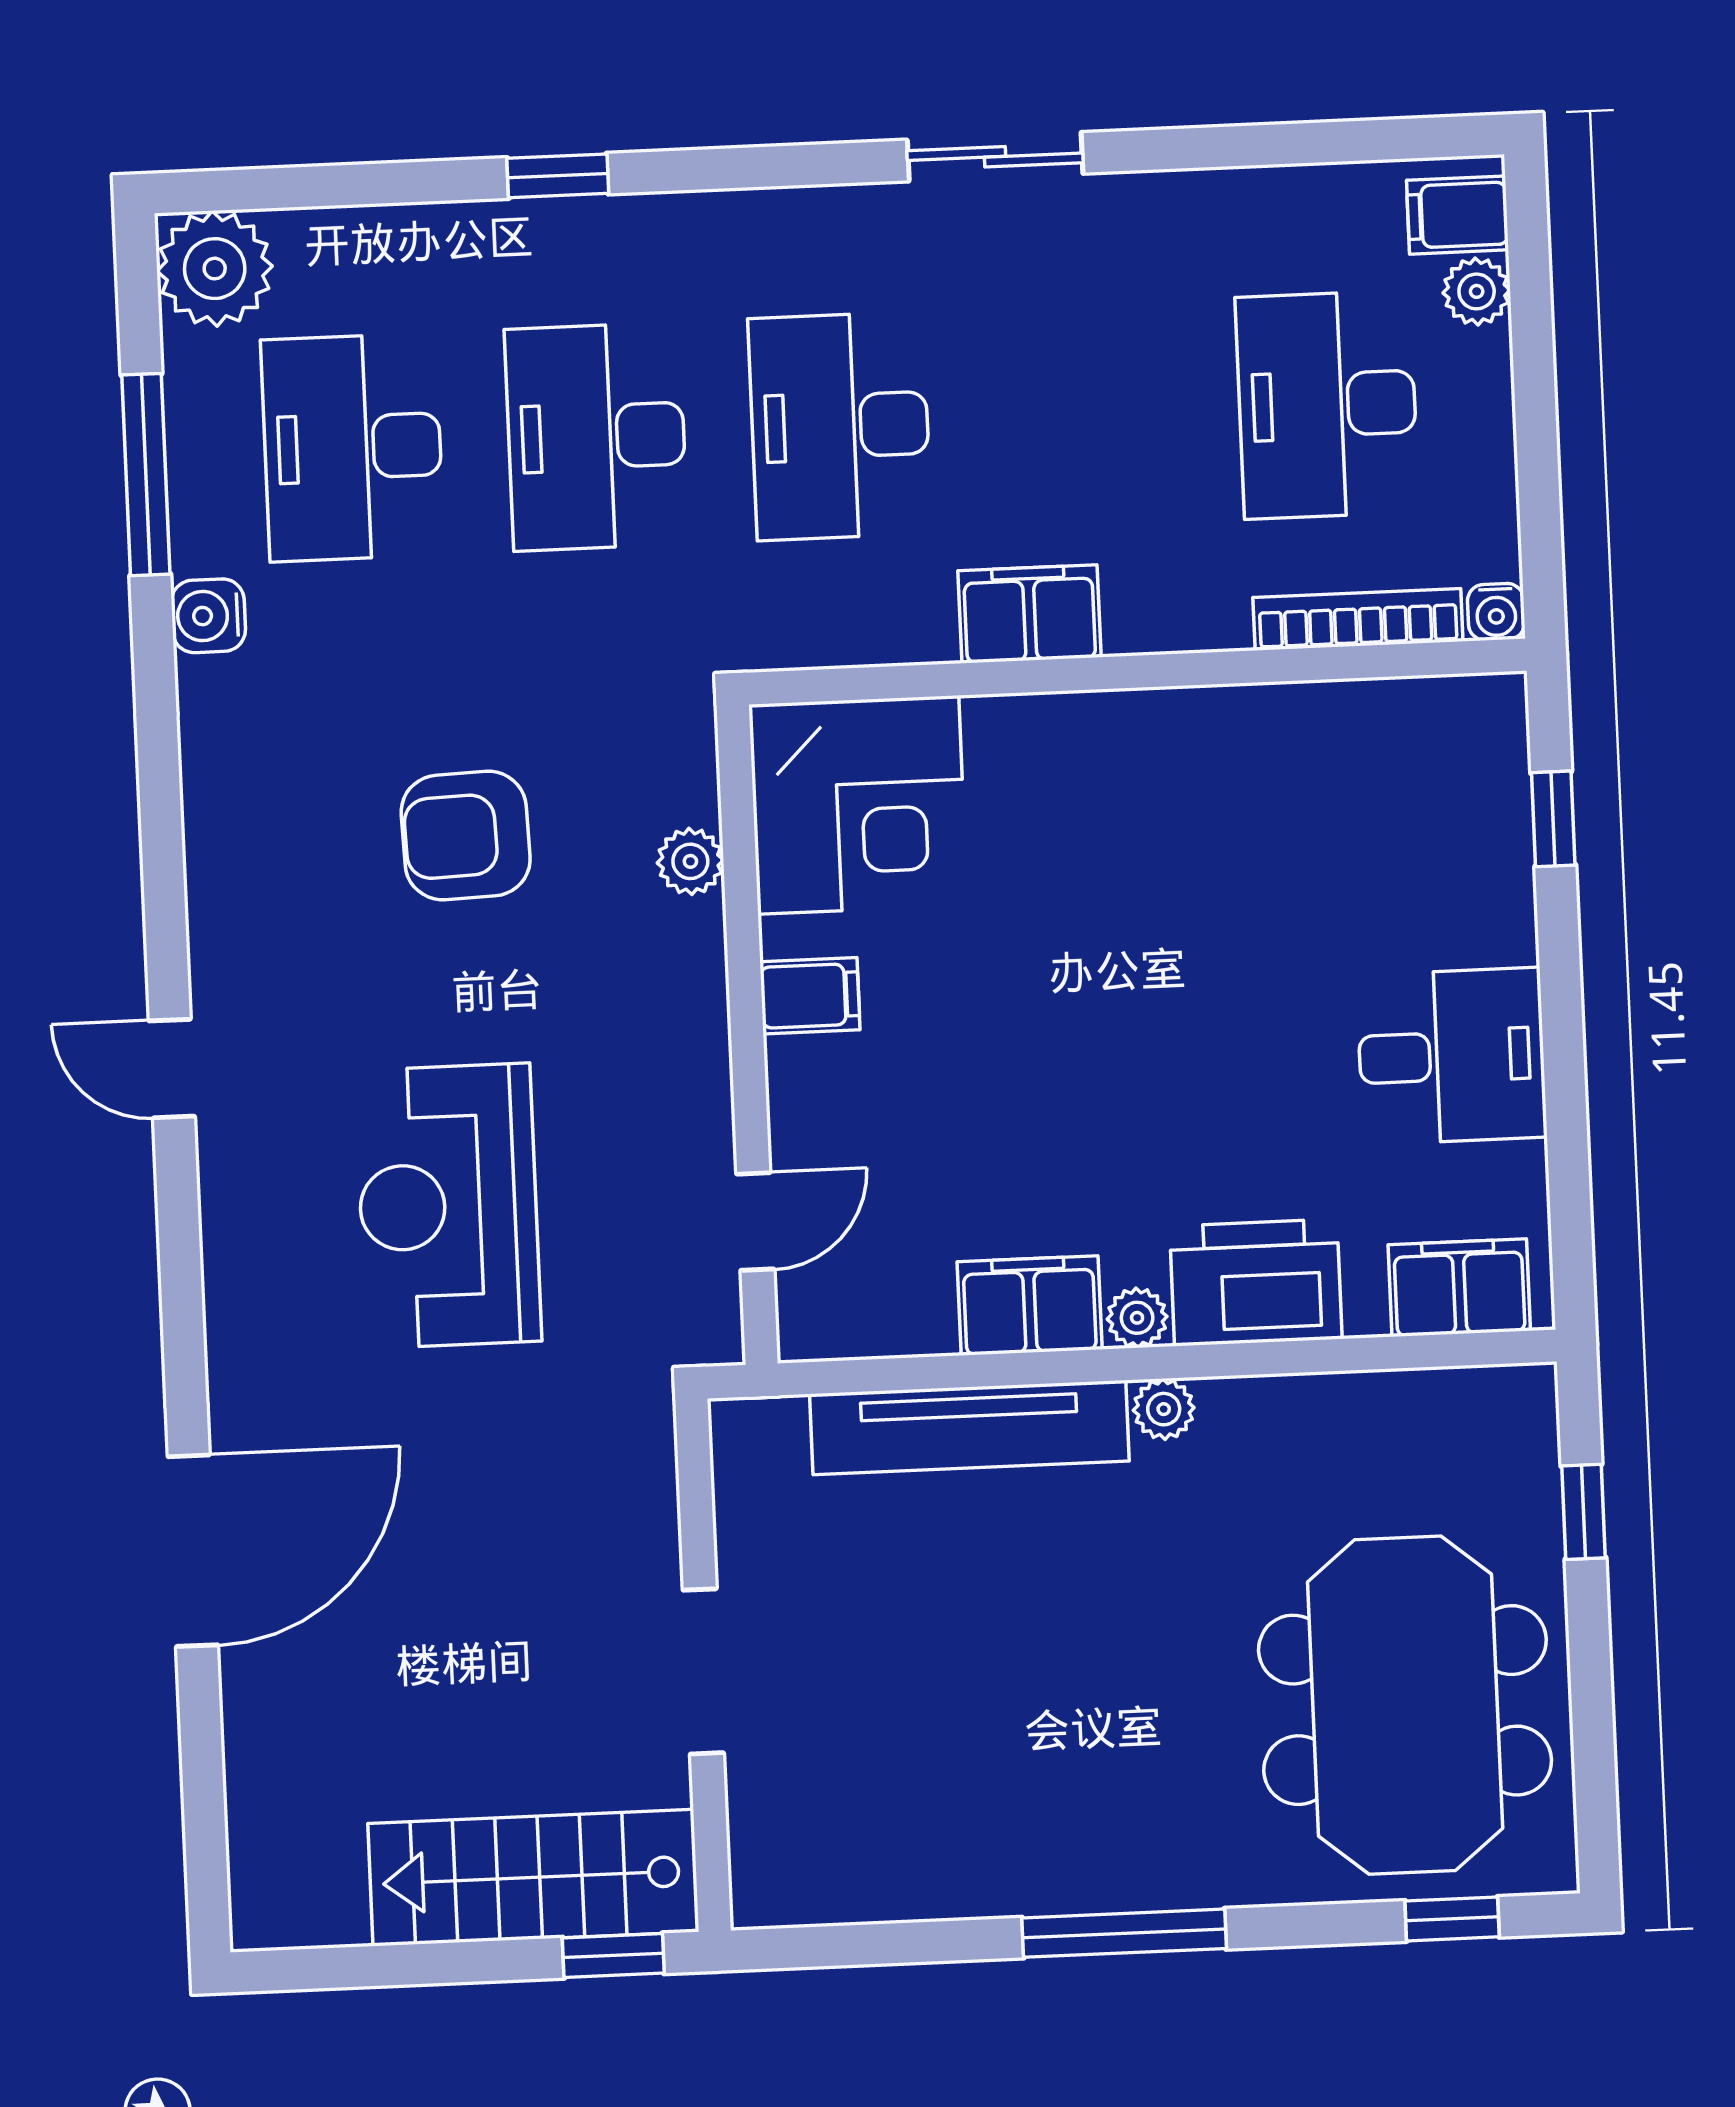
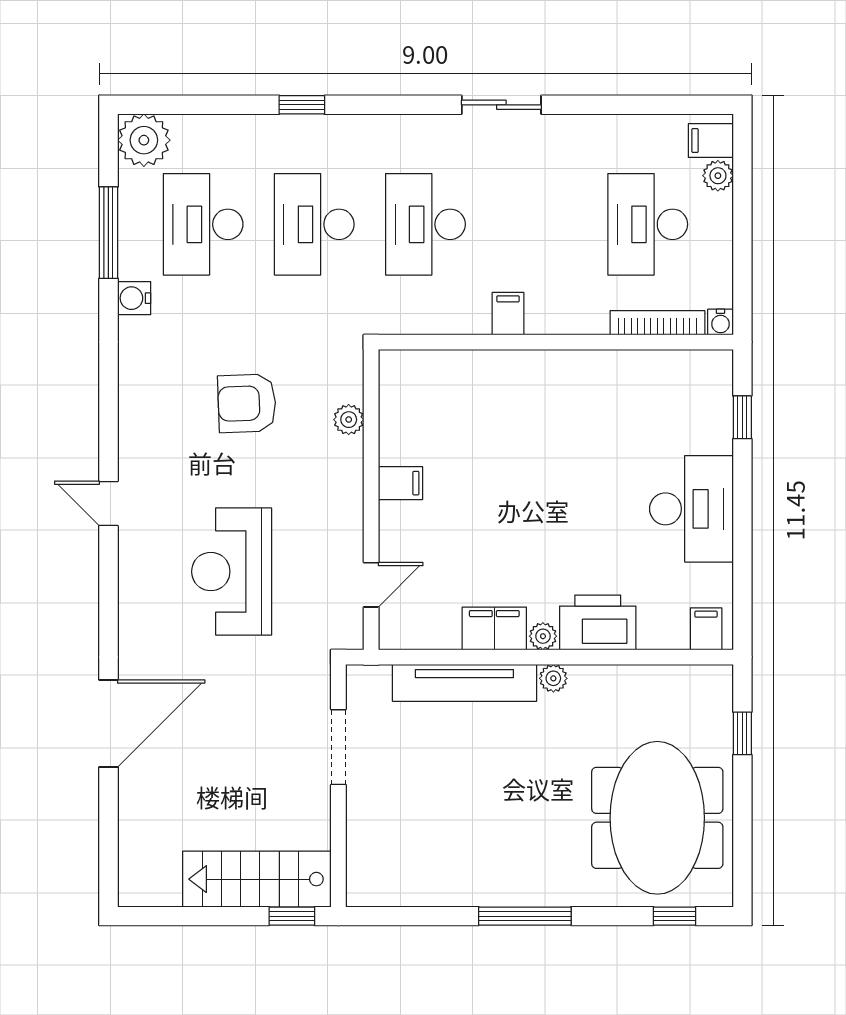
filing cabinet: (1030, 614) -> (508, 314), width x0.50
corner desk: (858, 805) -> (426, 397), removed
desk: (1452, 1056) -> (691, 509), width x1.37
filing cabinet: (1459, 1288) -> (706, 629), width x0.50
doorway: (703, 1671) -> (338, 747), moved

